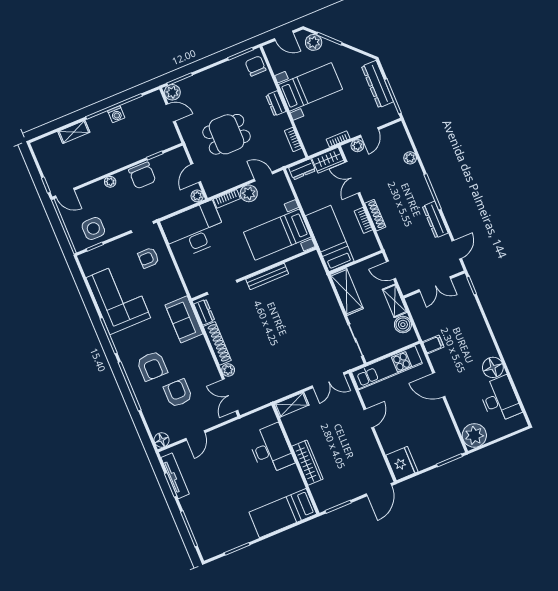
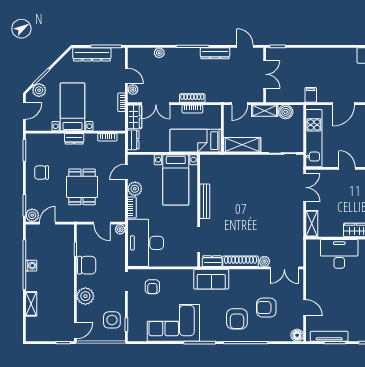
chair: (256, 66) -> (42, 173), moved
plant: (110, 182) -> (85, 296), width x1.88, depth x1.88
armchair: (152, 366) -> (237, 319), turned 90
floor lamp: (493, 367) -> (348, 56), removed

